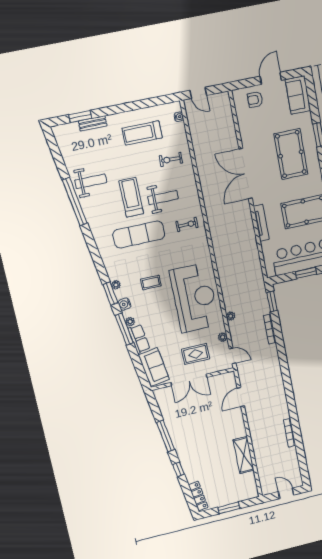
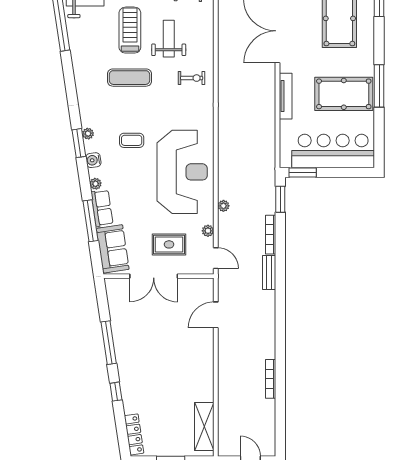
weight bench: (163, 198) -> (169, 39), turned -90
exercise mat: (139, 234) -> (129, 78), width x0.73, depth x0.69
window: (306, 273) -> (303, 172), moved
window: (124, 329) -> (90, 221), moved
bench: (274, 357) -> (269, 272), added
shelving: (244, 455) -> (204, 427), moved

